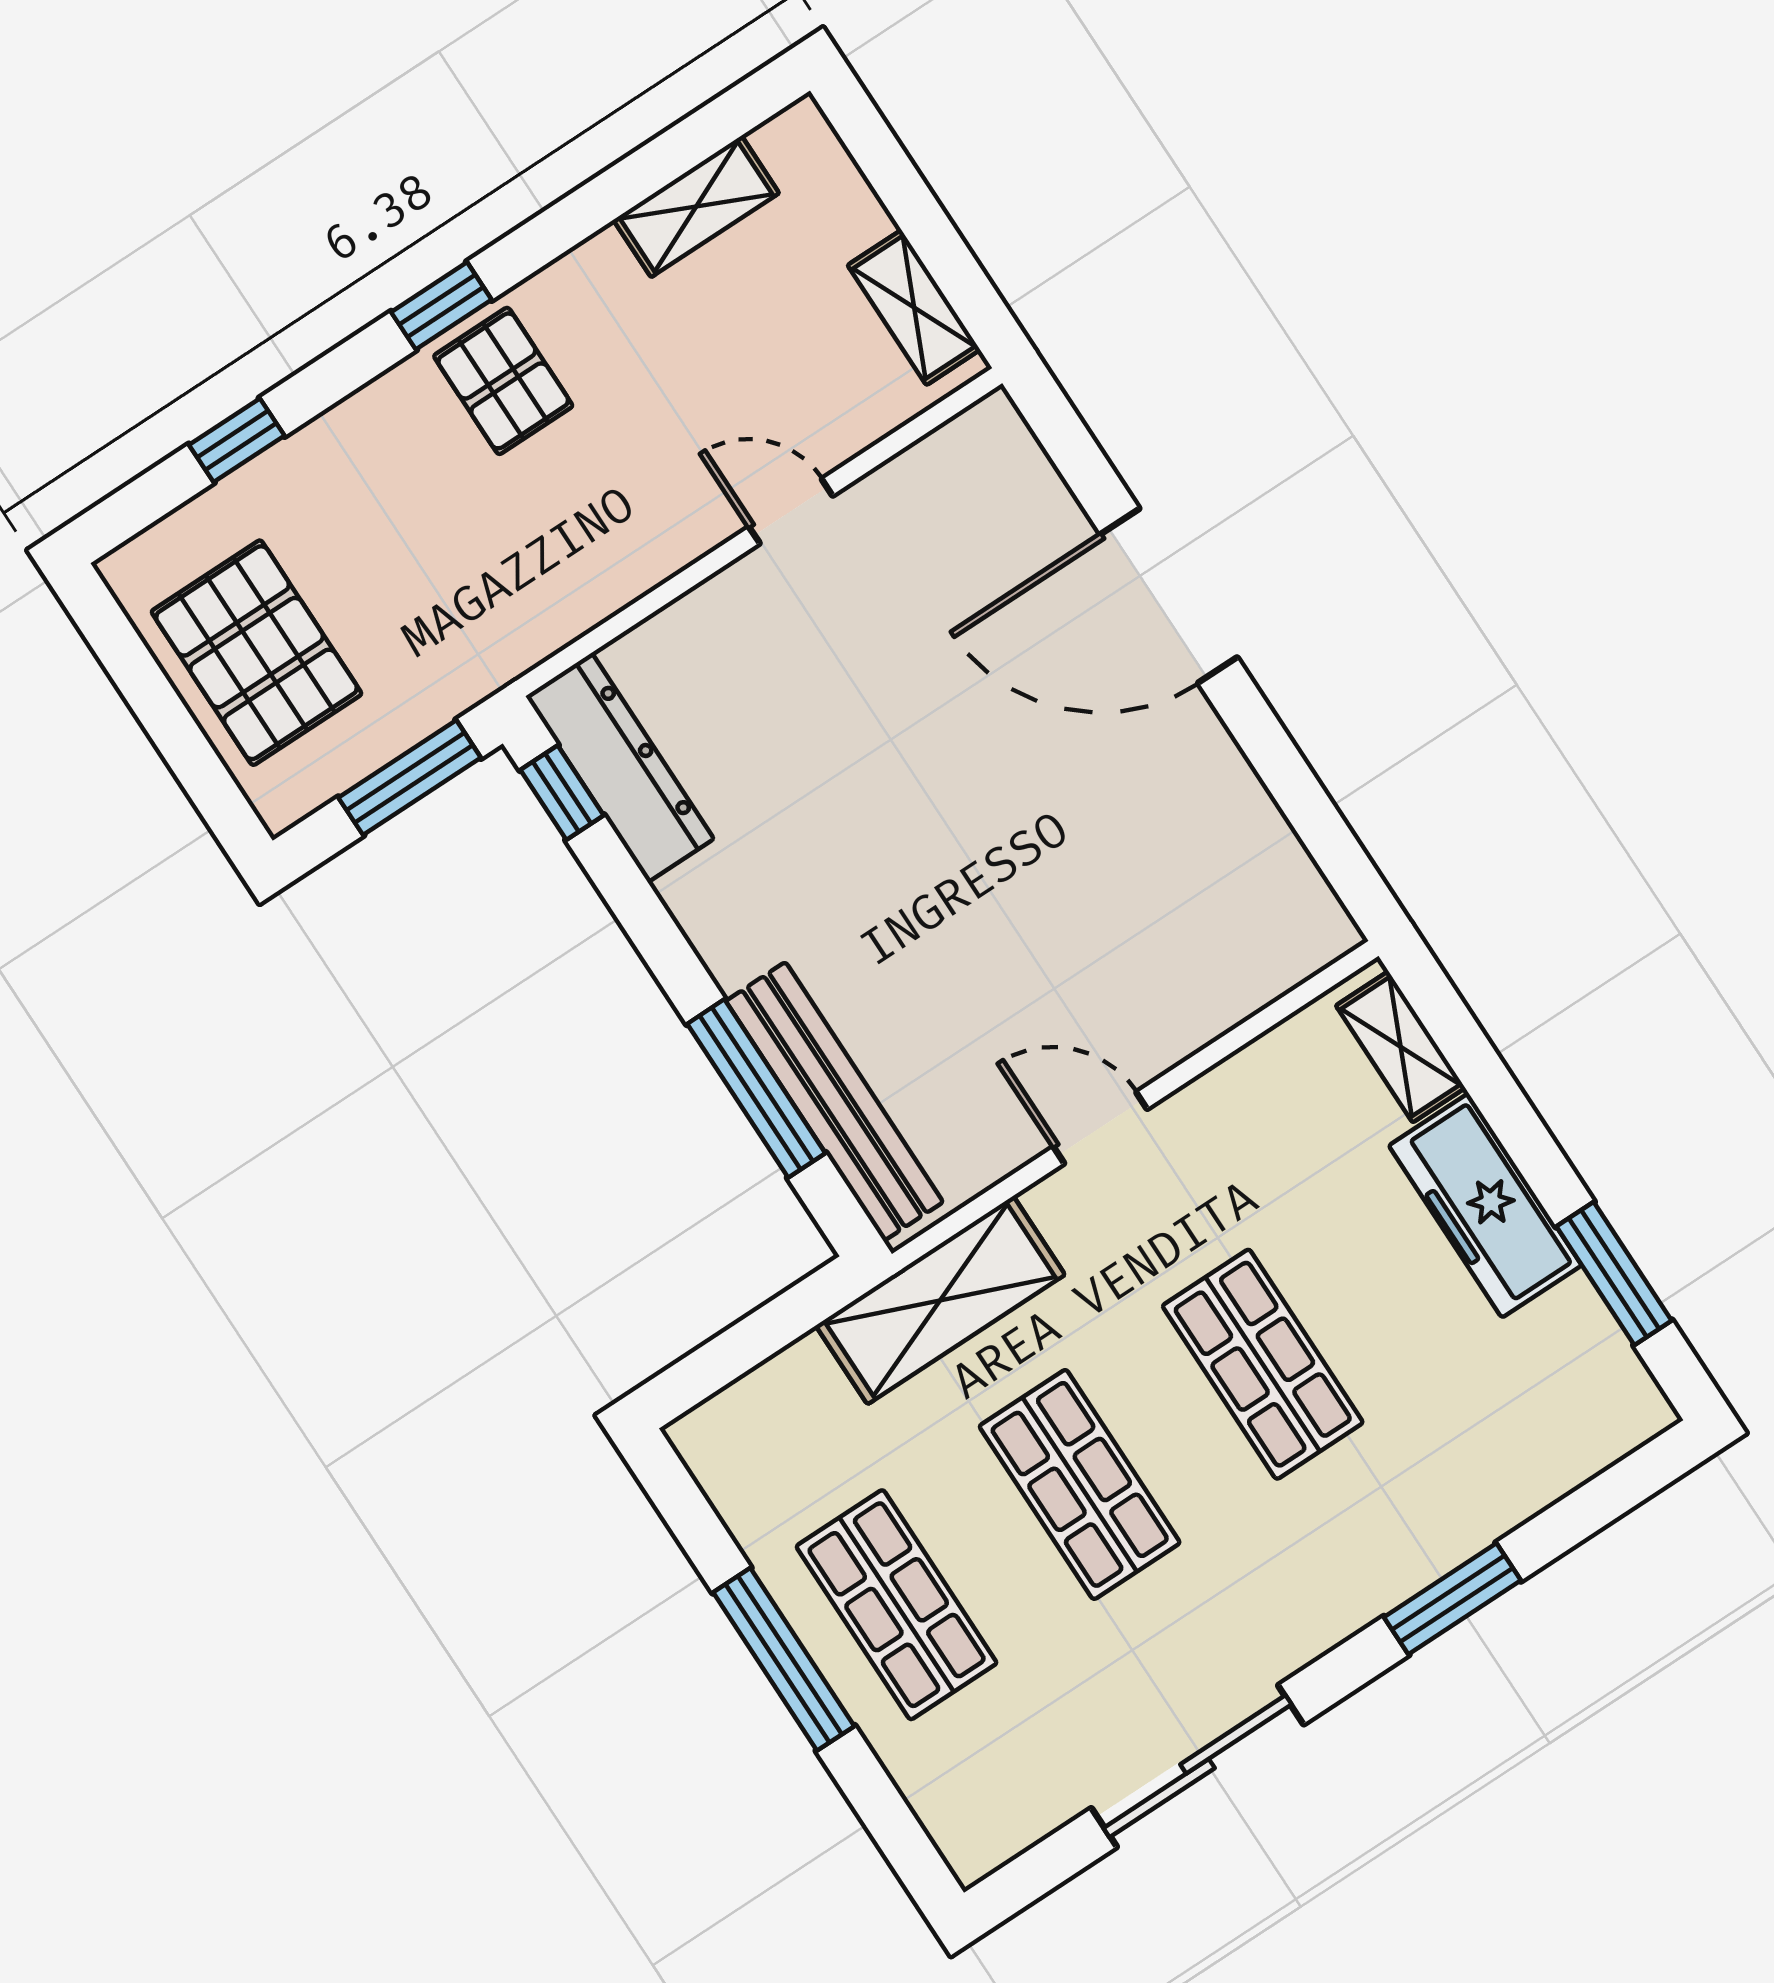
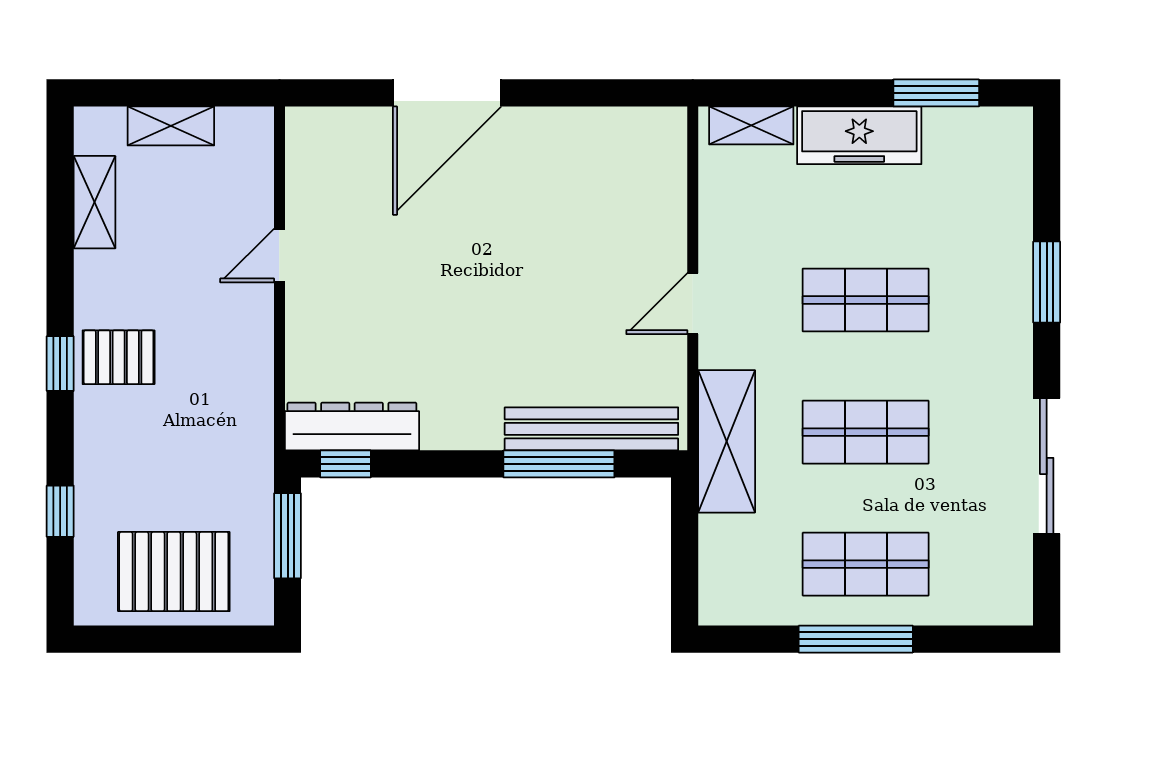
shelving: (914, 307) -> (171, 126), moved

